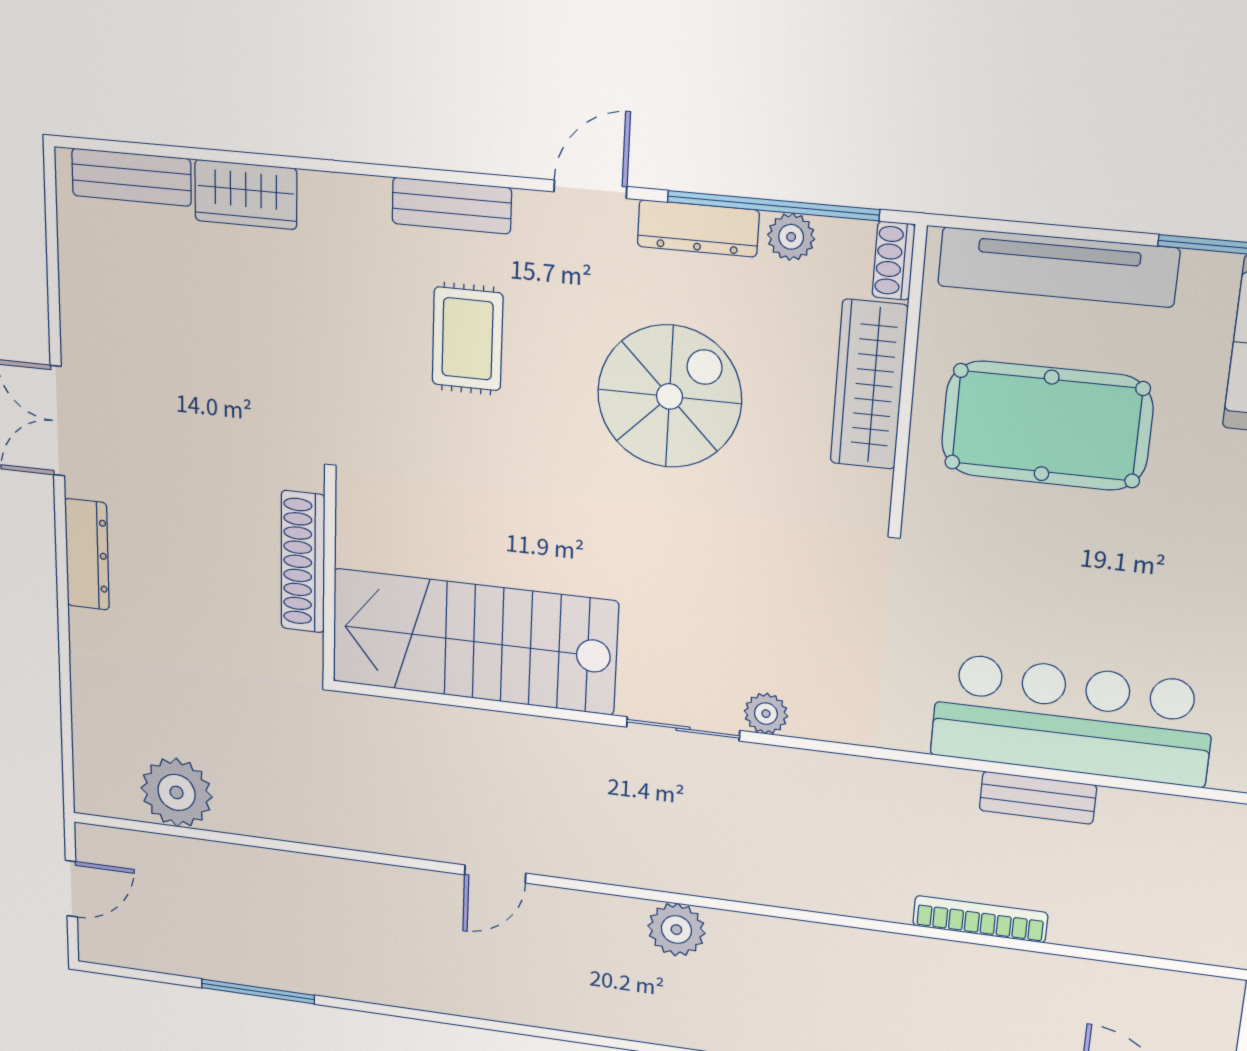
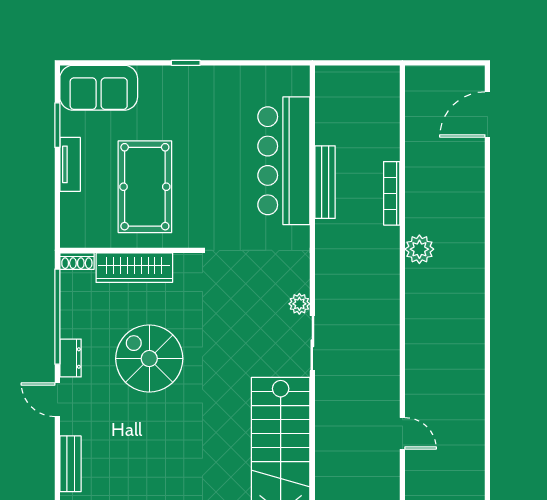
dresser: (698, 228) -> (70, 358), width x0.70
plant: (791, 237) -> (70, 308), removed
tv unit: (1058, 267) -> (70, 164), width x0.52, depth x0.78
rug: (467, 339) -> (132, 455), removed
bench: (1038, 798) -> (325, 182), width x1.36
plant: (676, 930) -> (419, 249), moved

